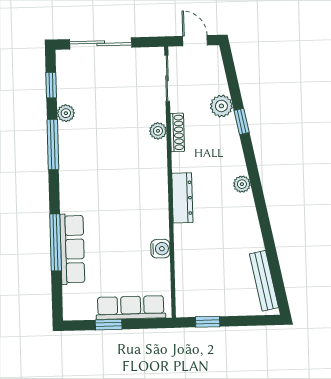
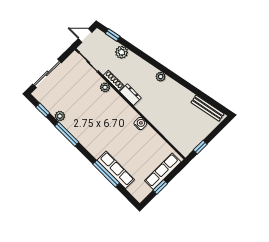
window: (242, 122) -> (113, 35), moved
dresser: (182, 198) -> (130, 95), moved, width x0.70
water cooler: (160, 249) -> (140, 123), moved

